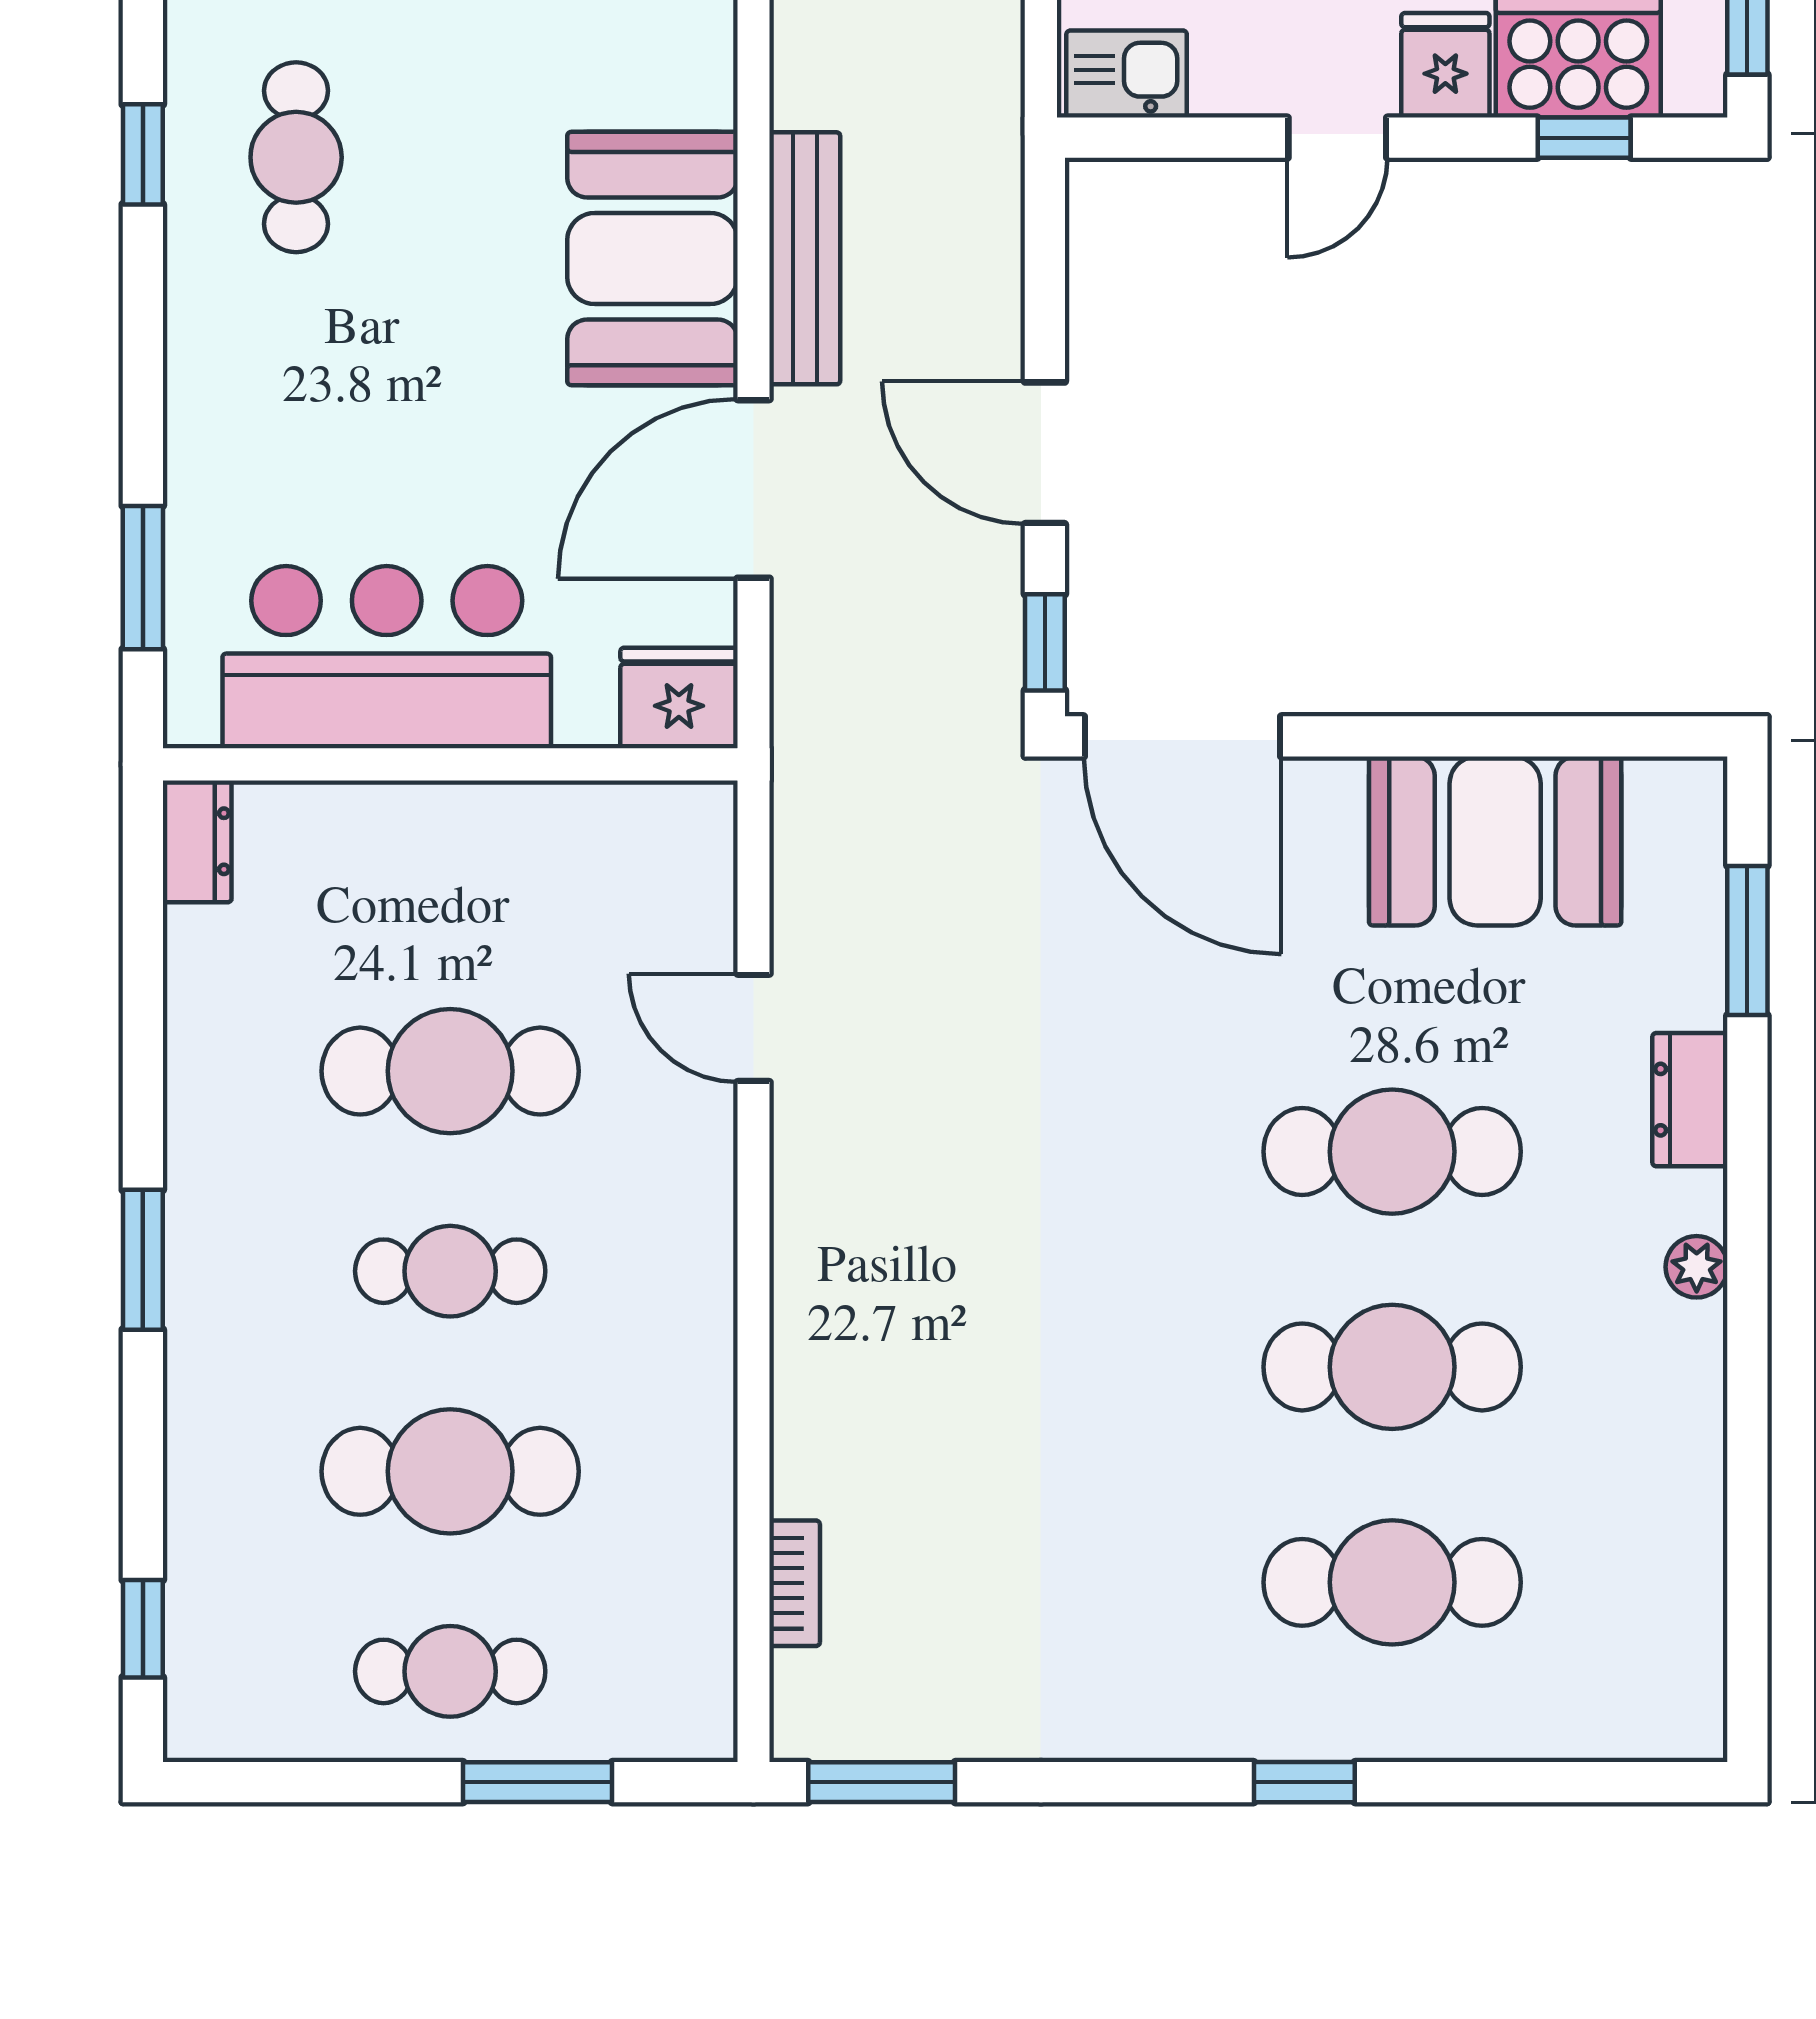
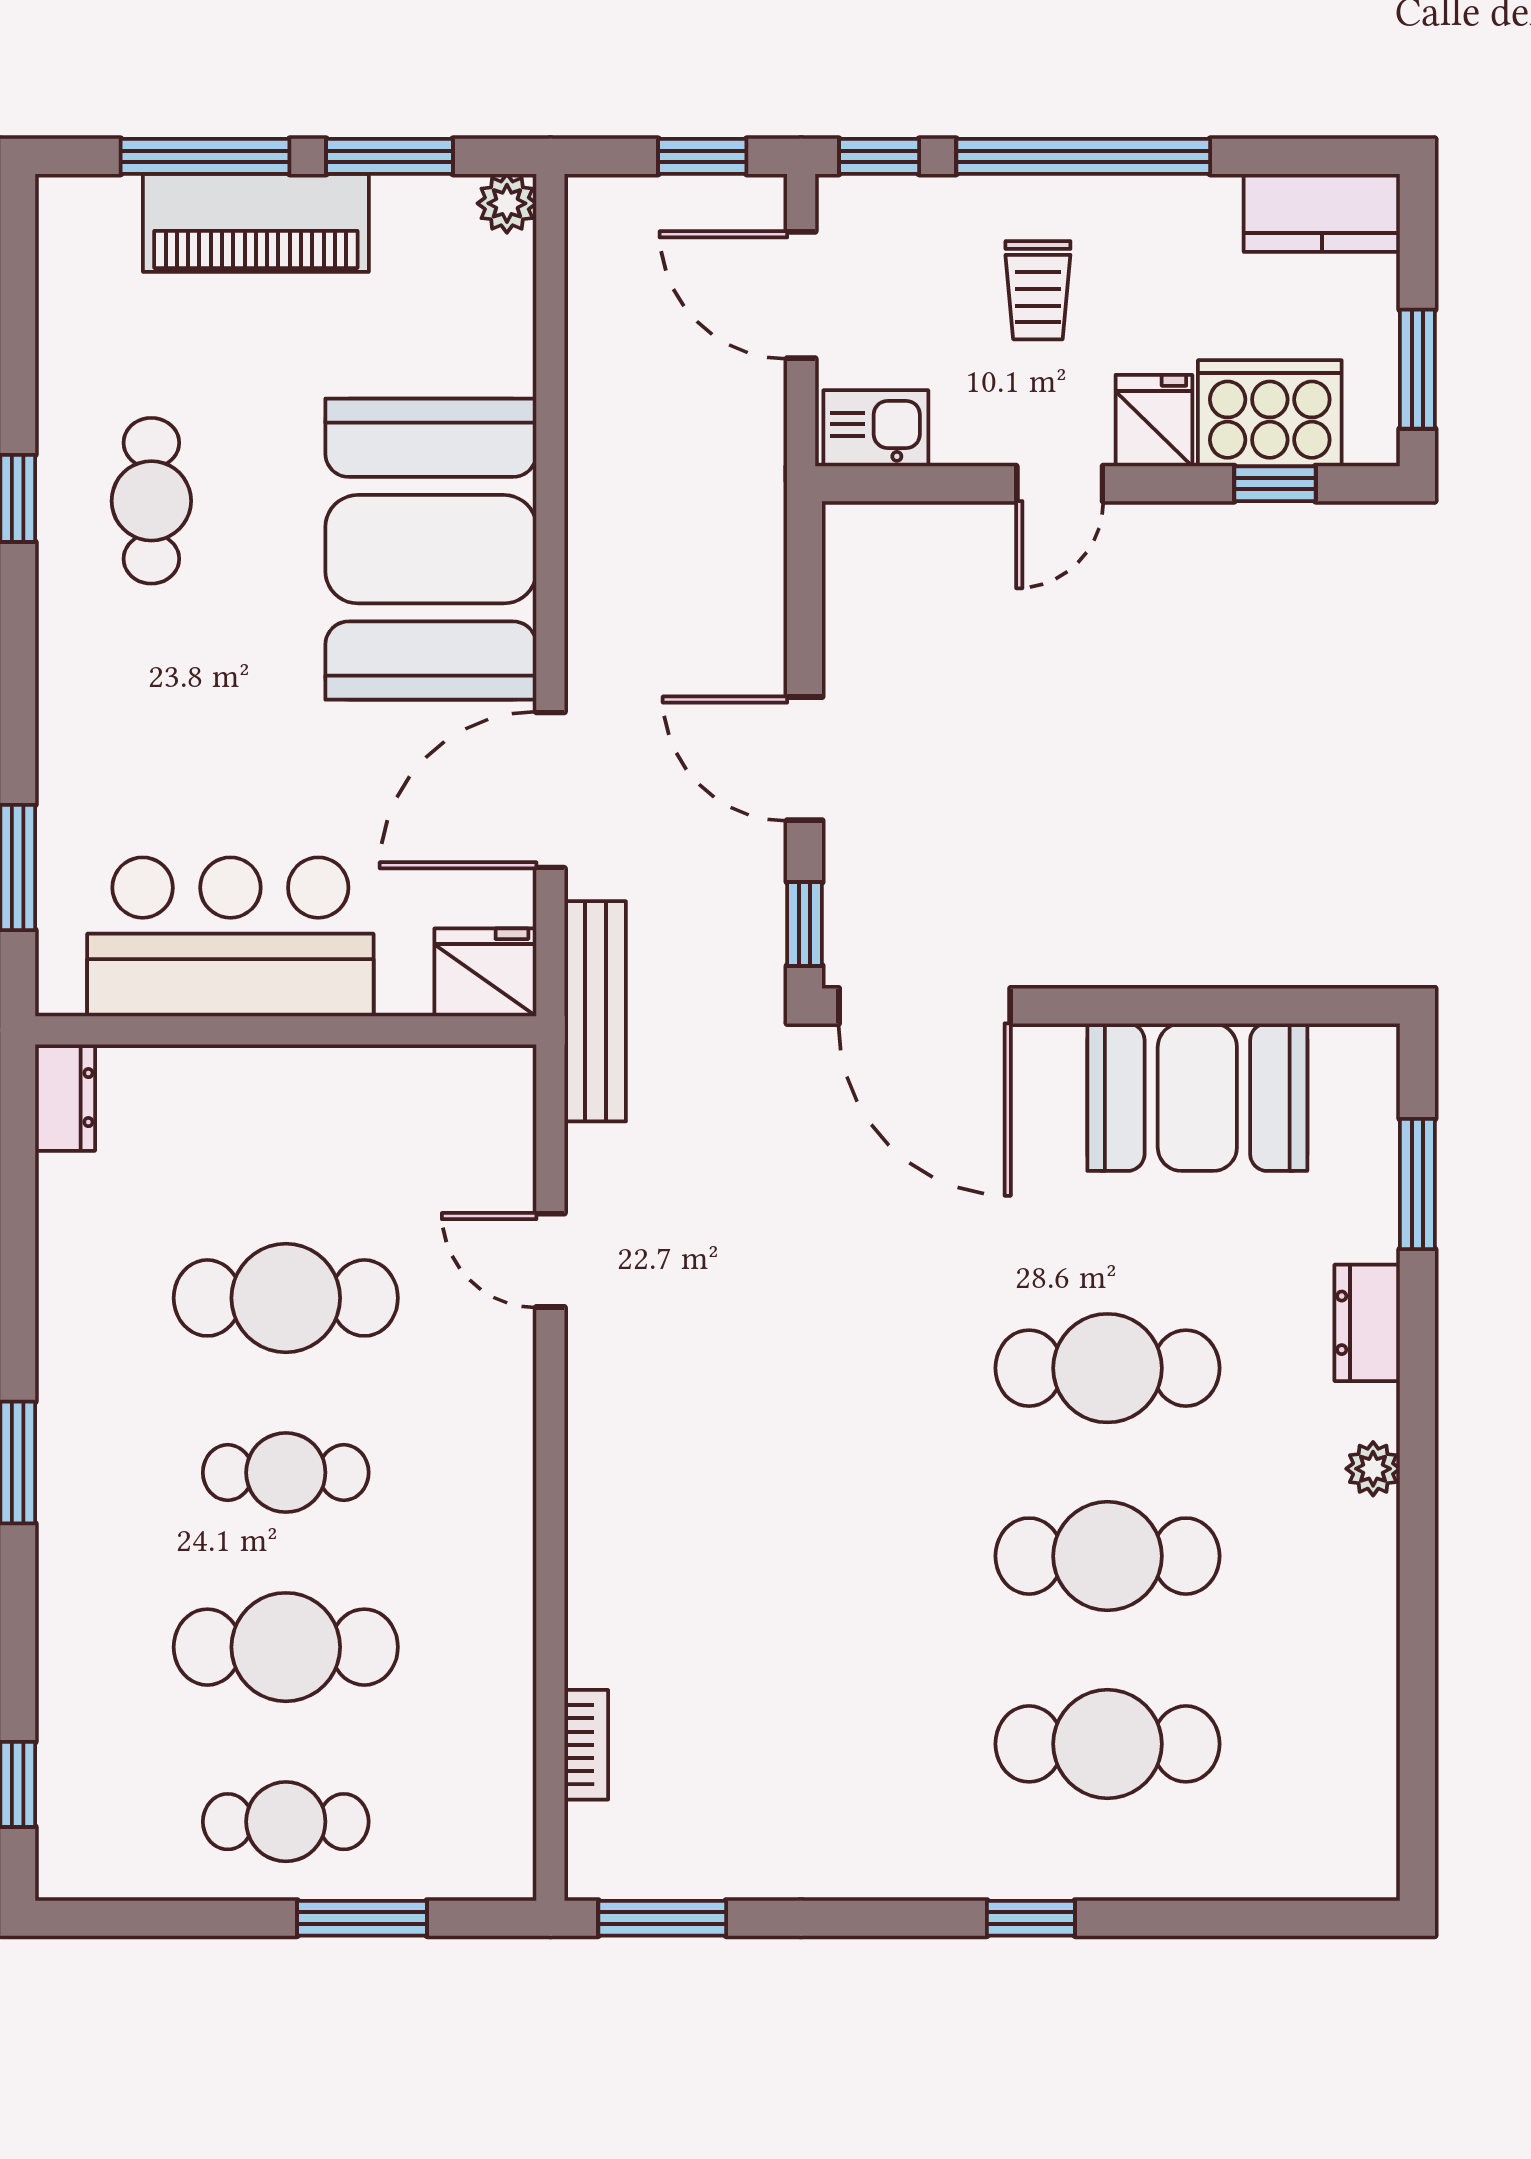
bench: (805, 258) -> (595, 1011), moved
booth: (652, 259) -> (431, 549), width x1.36, depth x1.42

